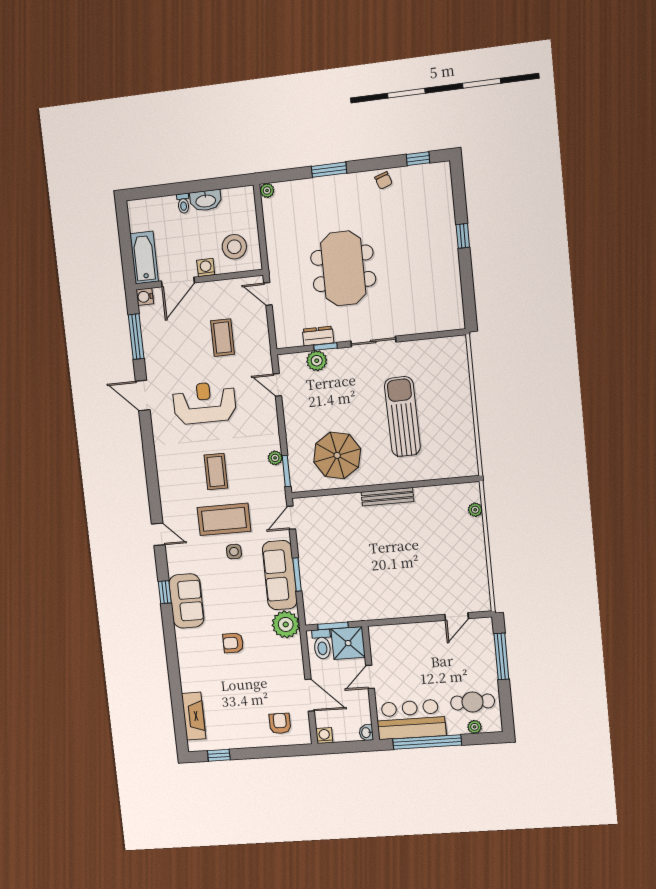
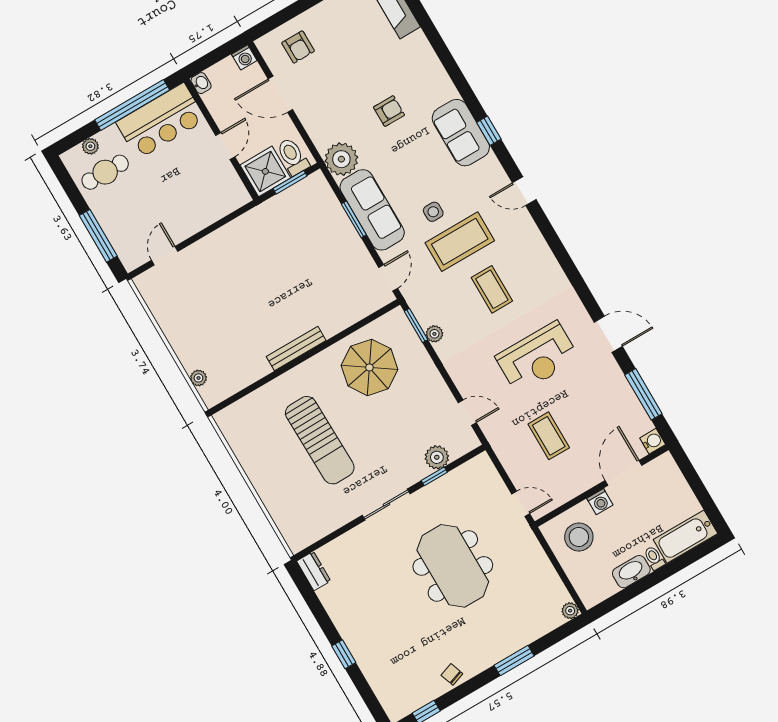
bathtub: (144, 258) -> (686, 537), moved, turned 90
dresser: (318, 336) -> (314, 571), moved, turned -90

